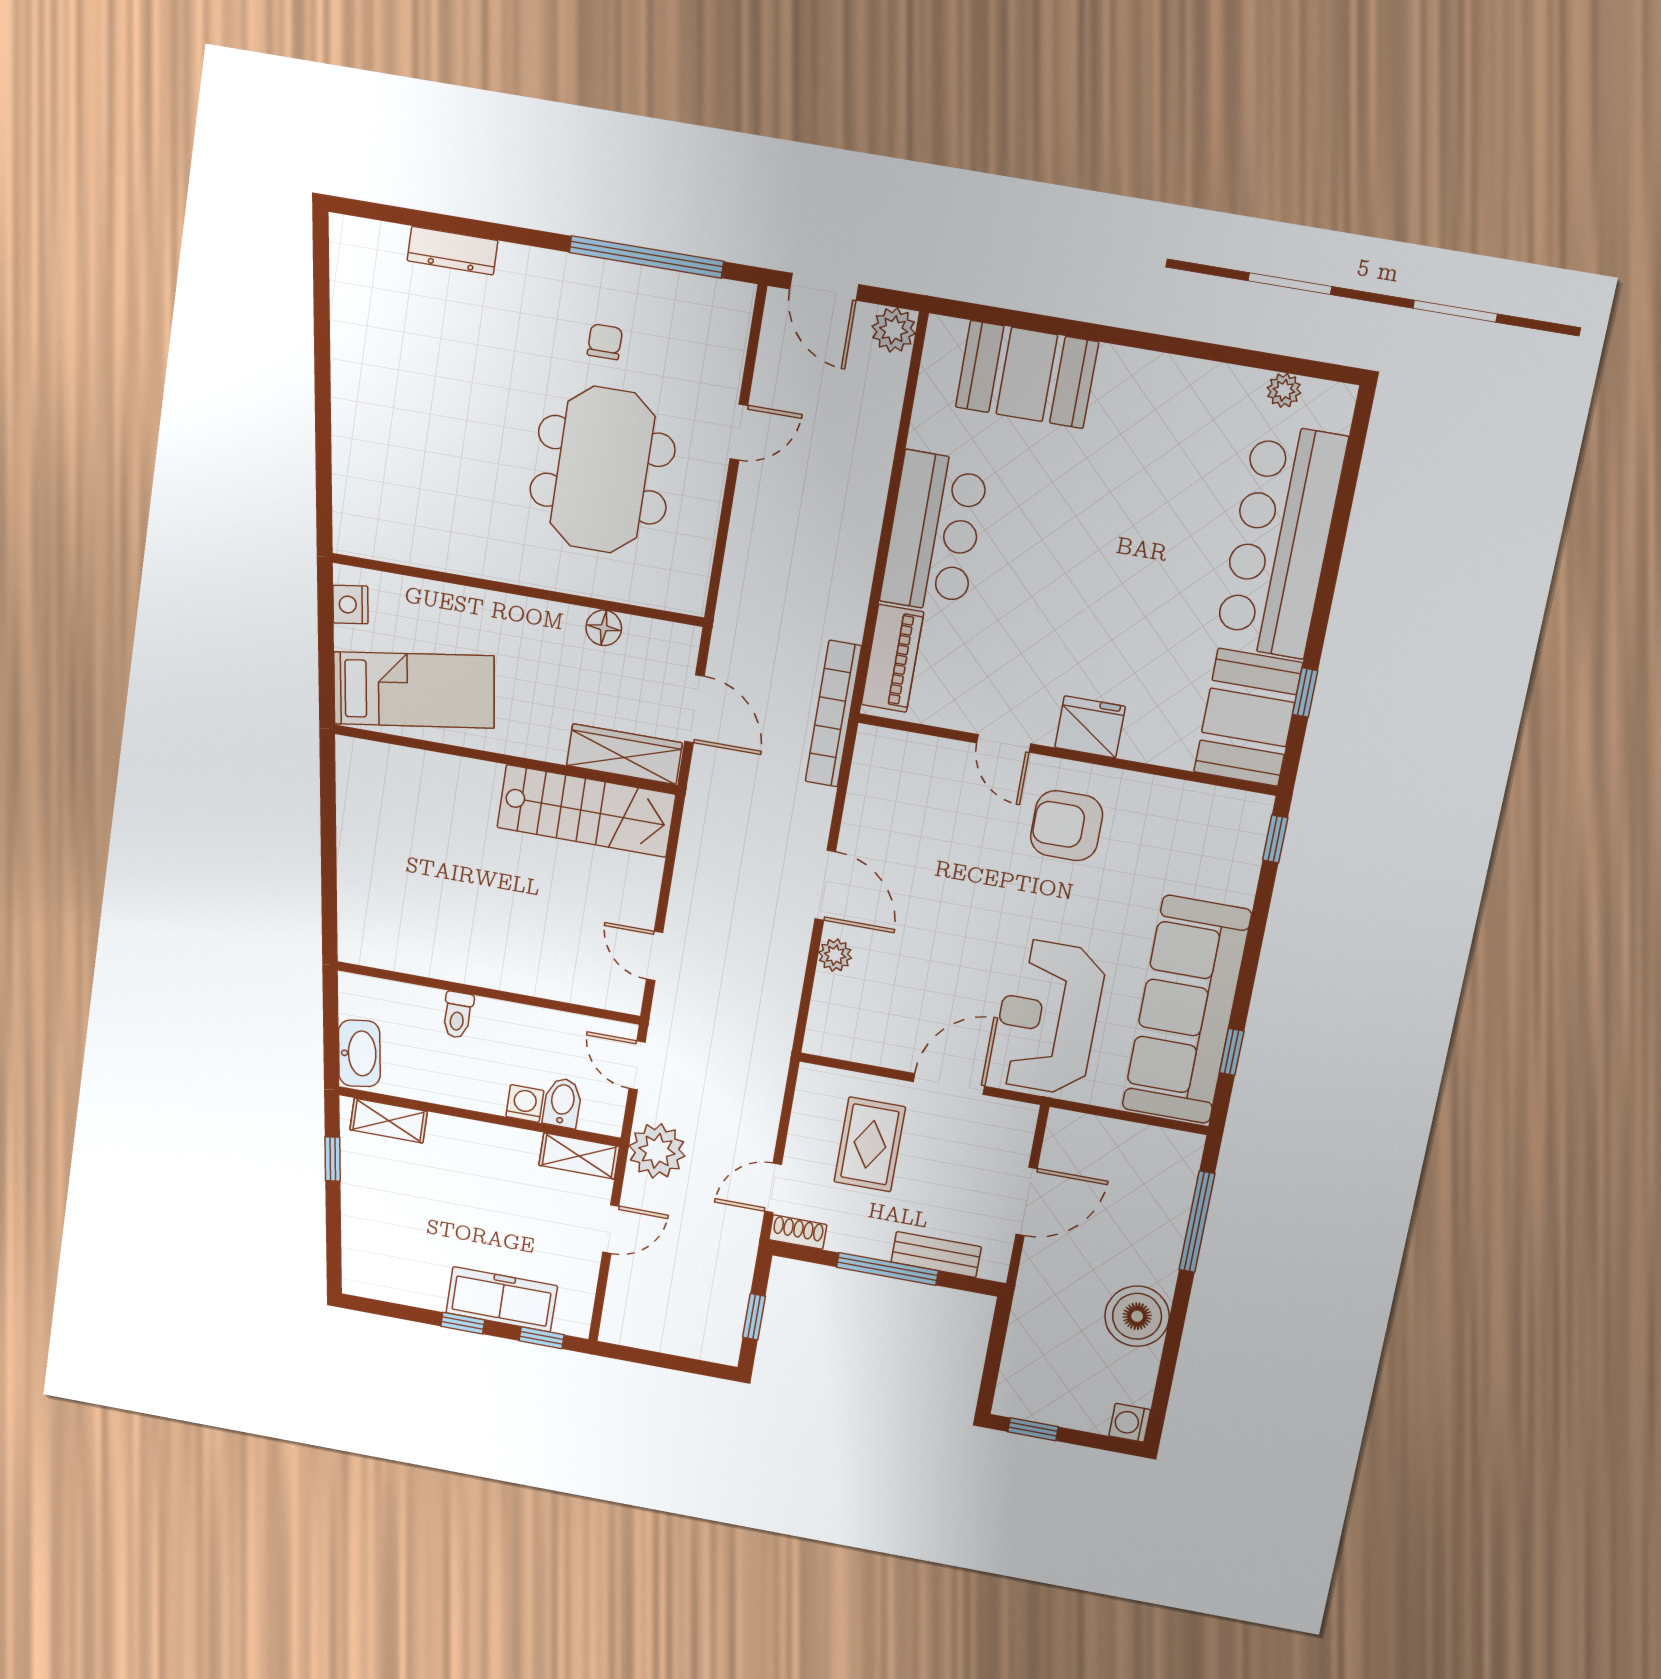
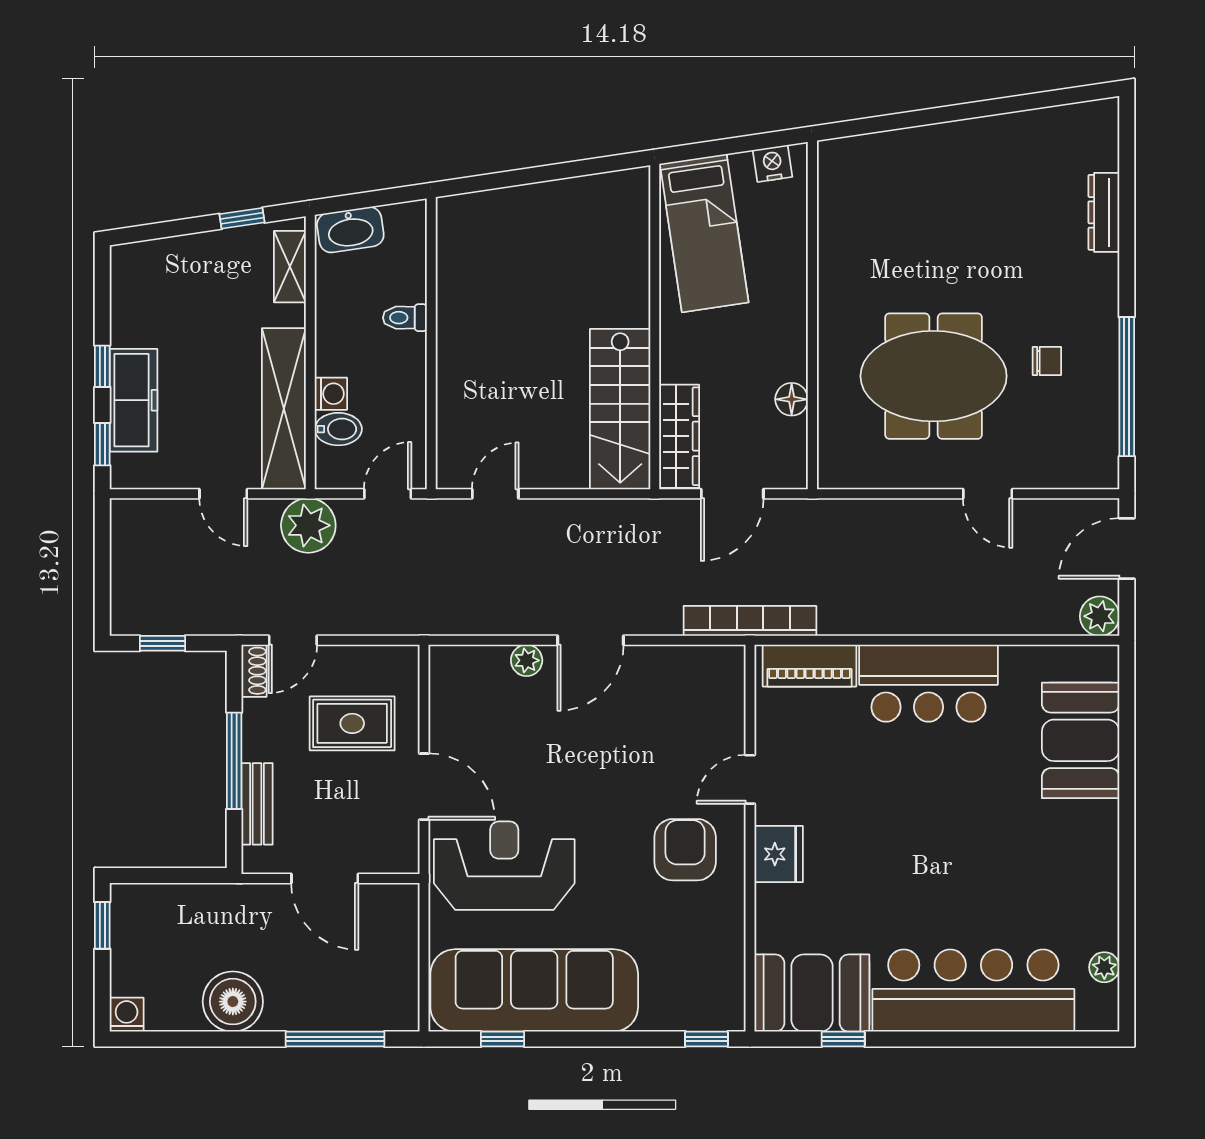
shelving: (579, 1156) -> (284, 409), width x2.20, depth x1.33
door: (773, 1188) -> (293, 640), swing flipped

